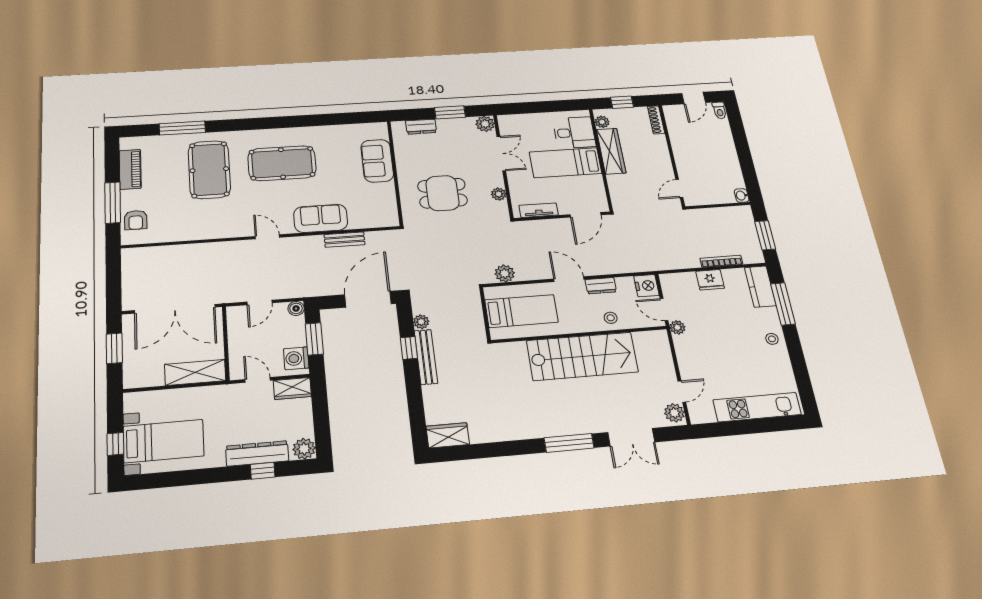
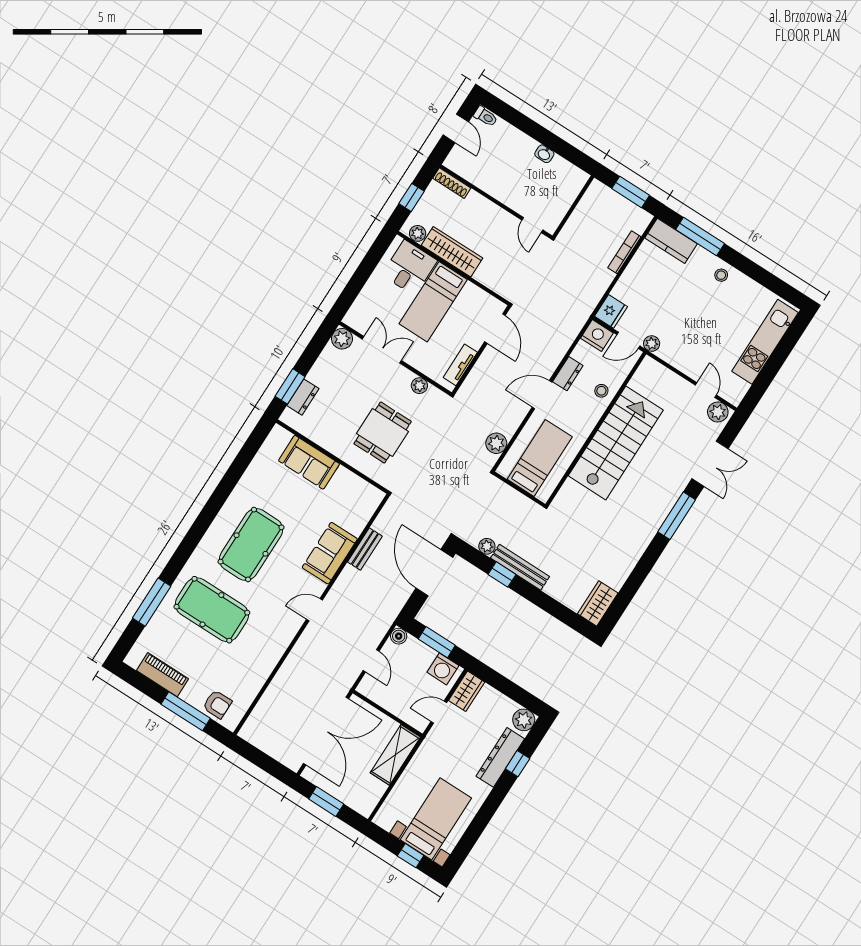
window: (450, 112) -> (290, 386), moved
washbasin: (742, 196) -> (544, 154), moved
fridge: (710, 280) -> (611, 311), moved

